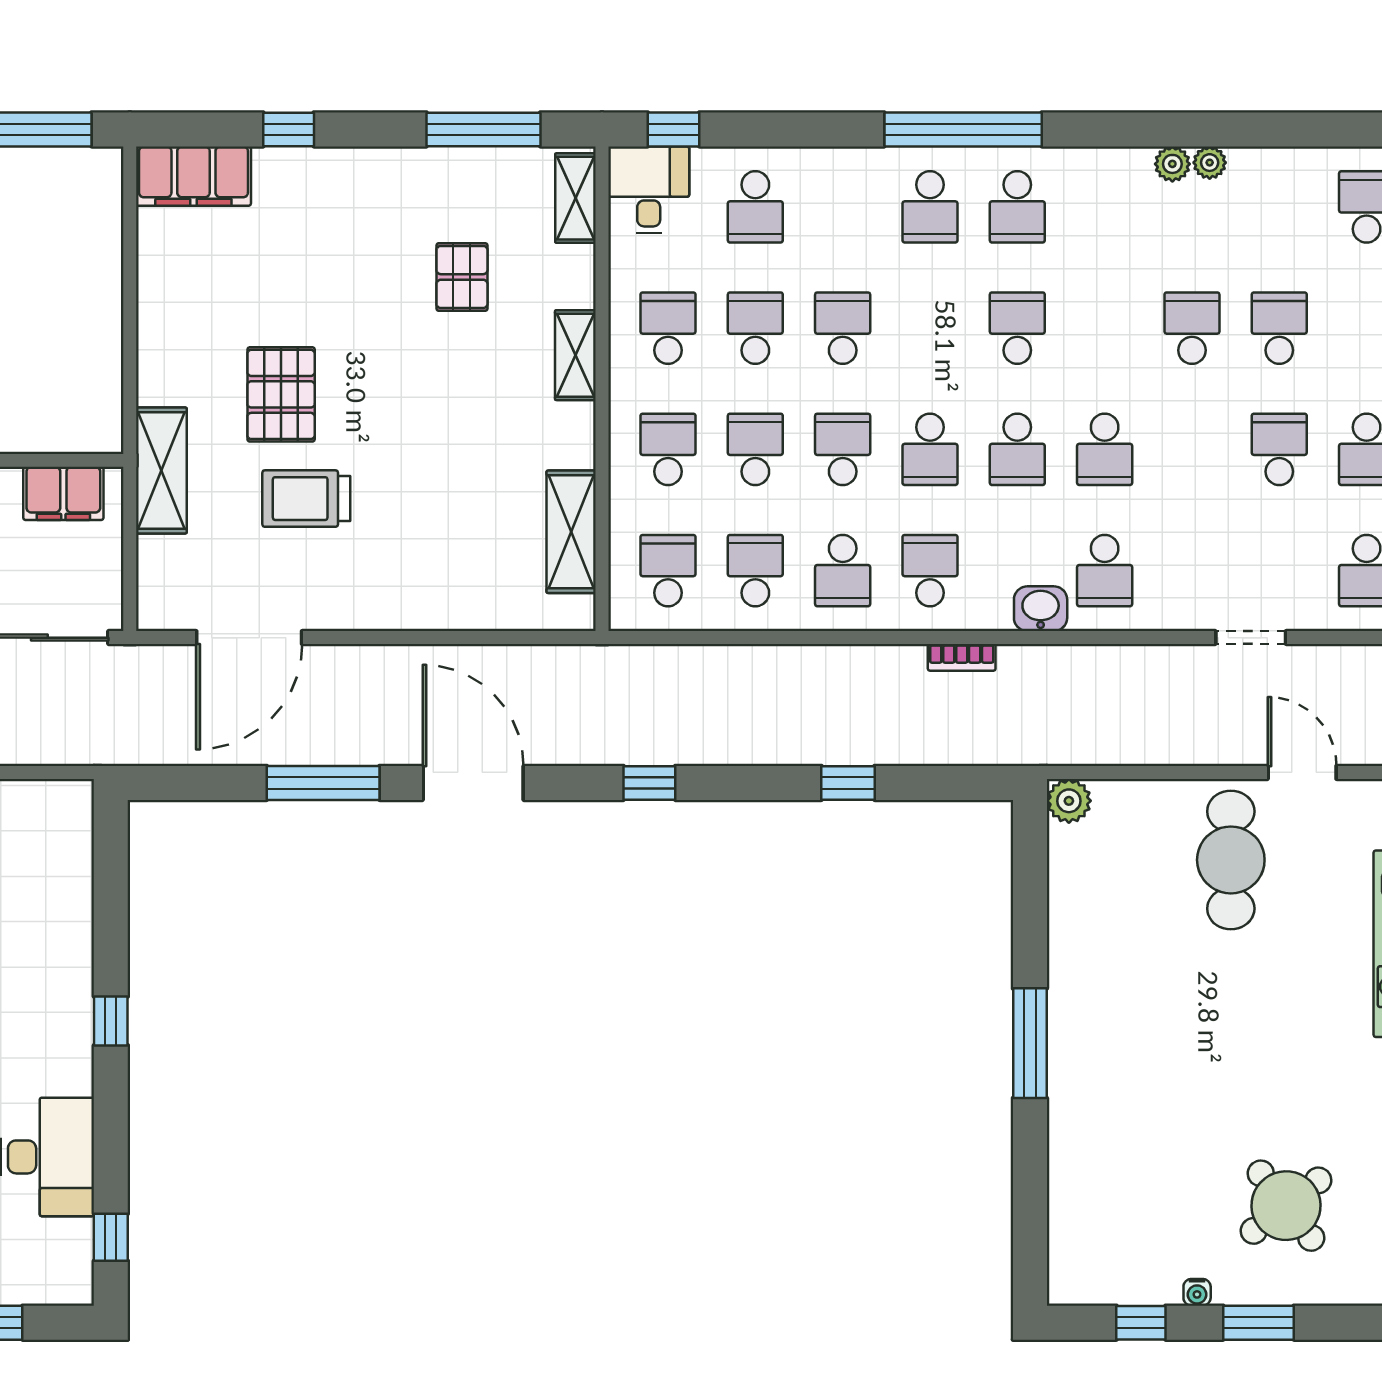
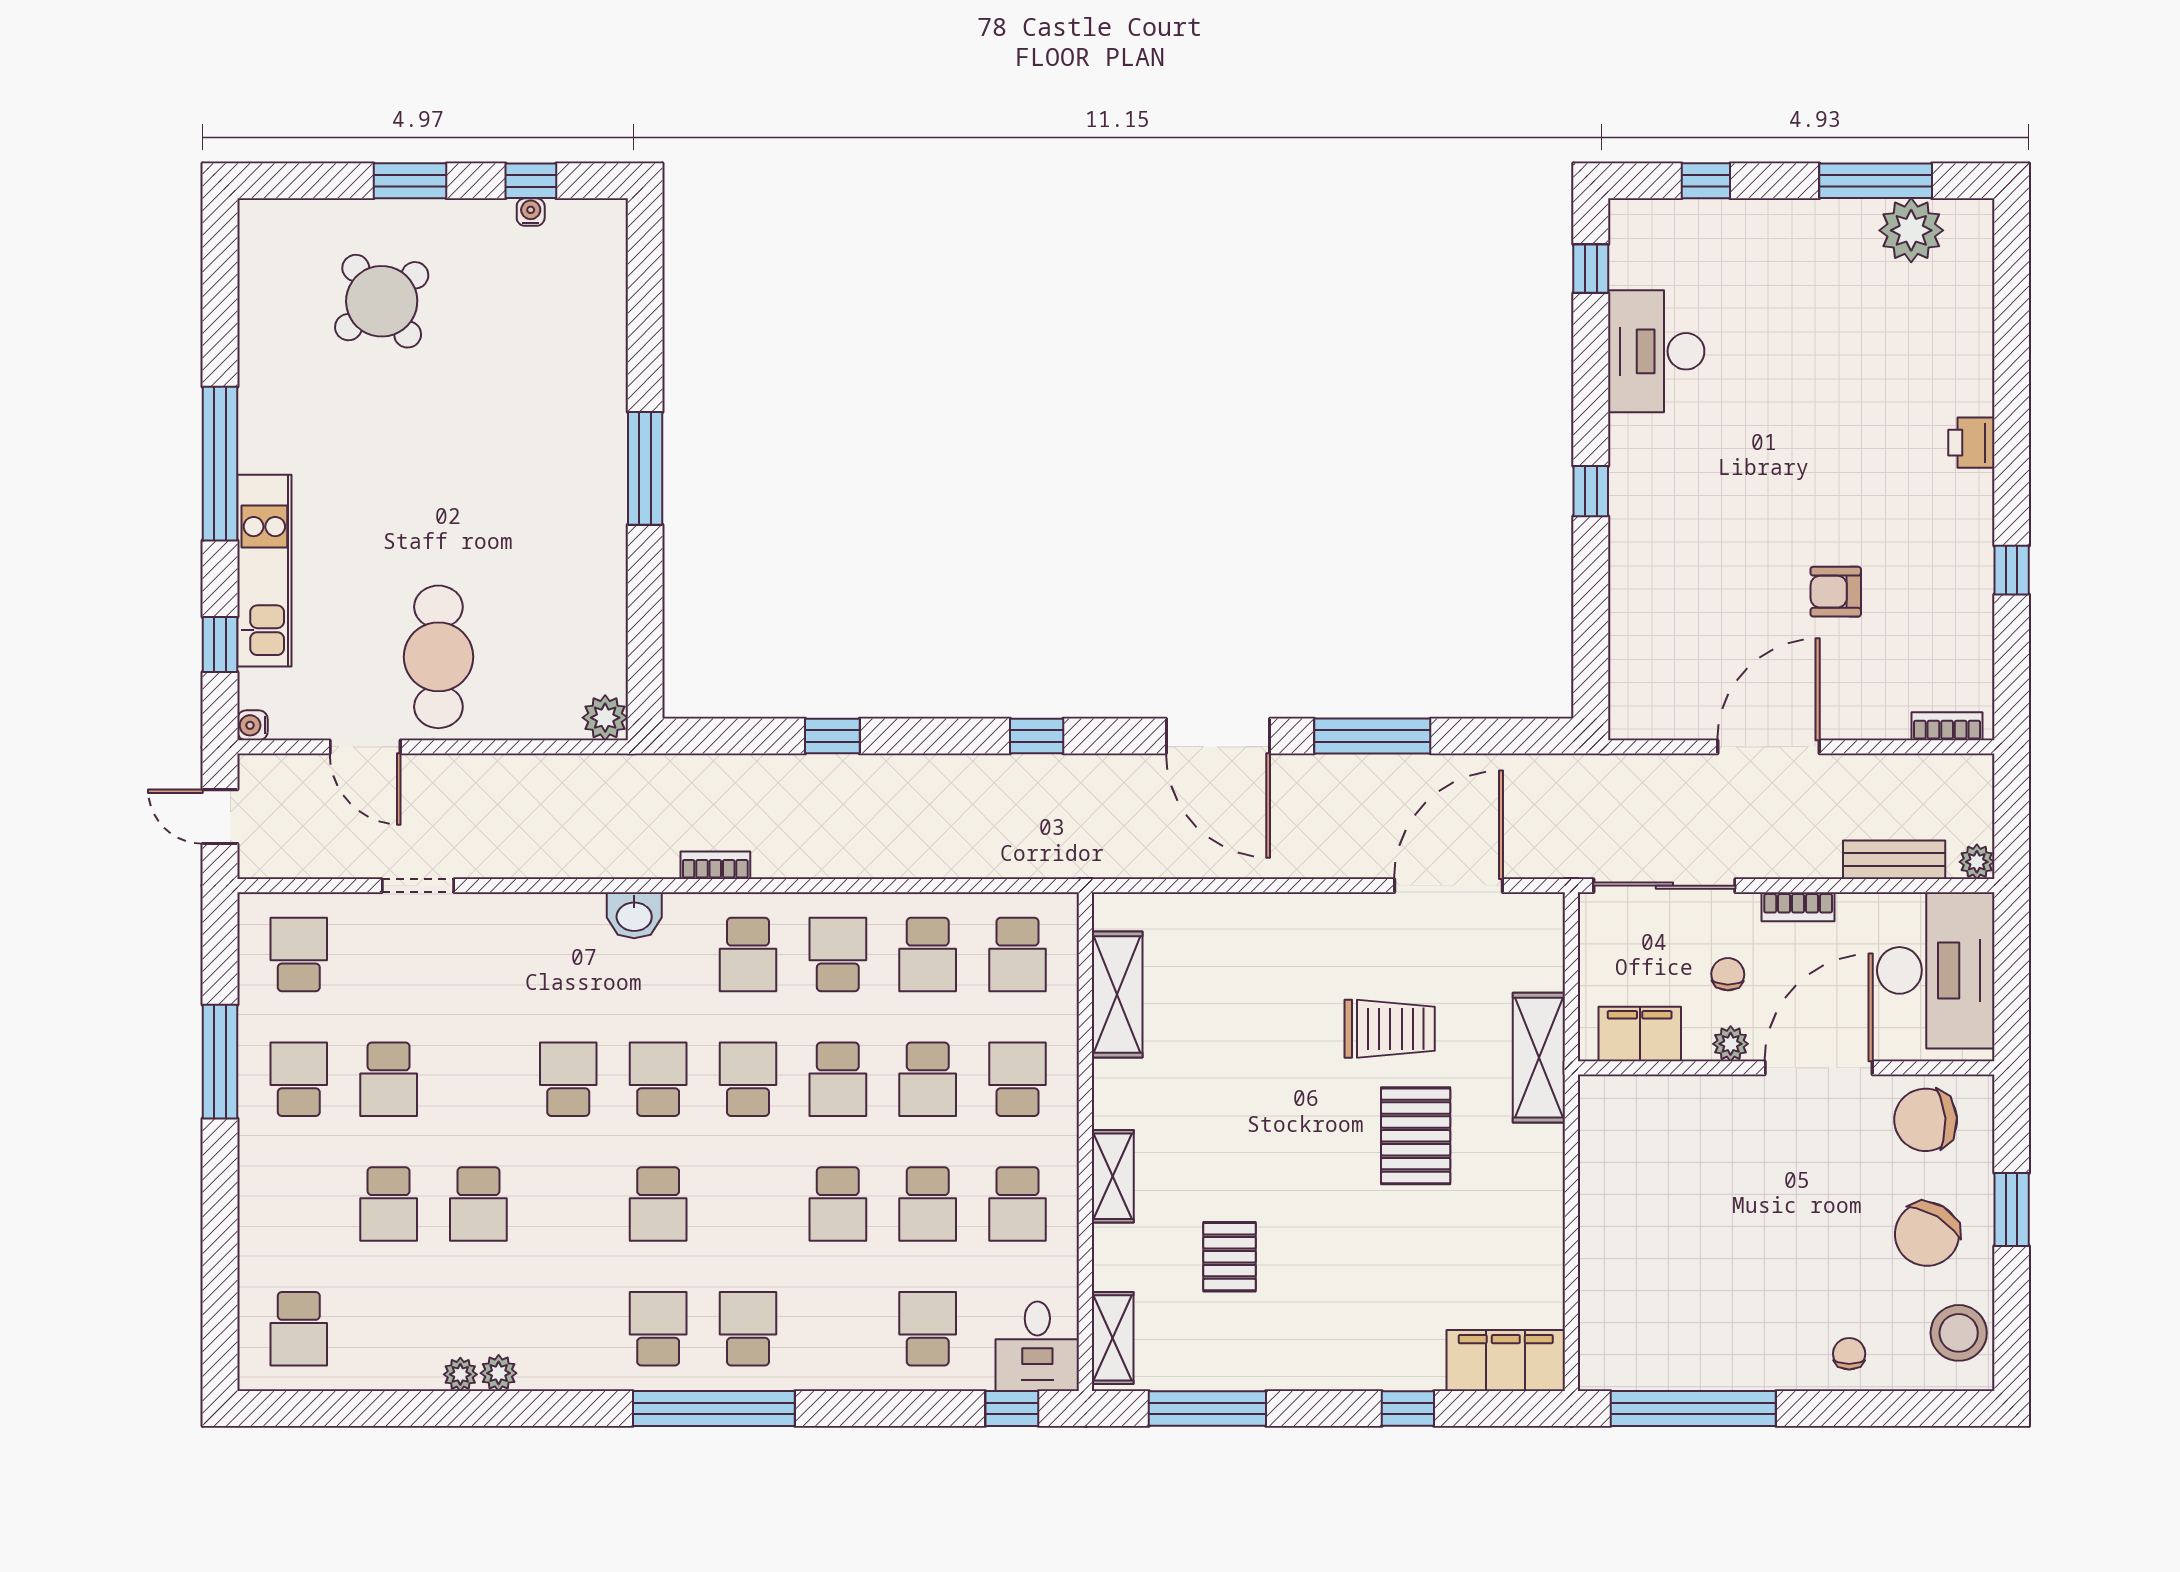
school desk: (668, 449) -> (1018, 1079), turned 180
school desk: (1105, 571) -> (568, 955), removed
water cooler: (1197, 1292) -> (531, 212), moved

